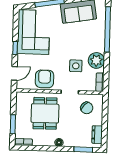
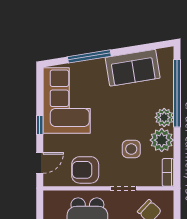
plant: (98, 45) -> (164, 117), added
armchair: (45, 79) -> (85, 170), turned -90

